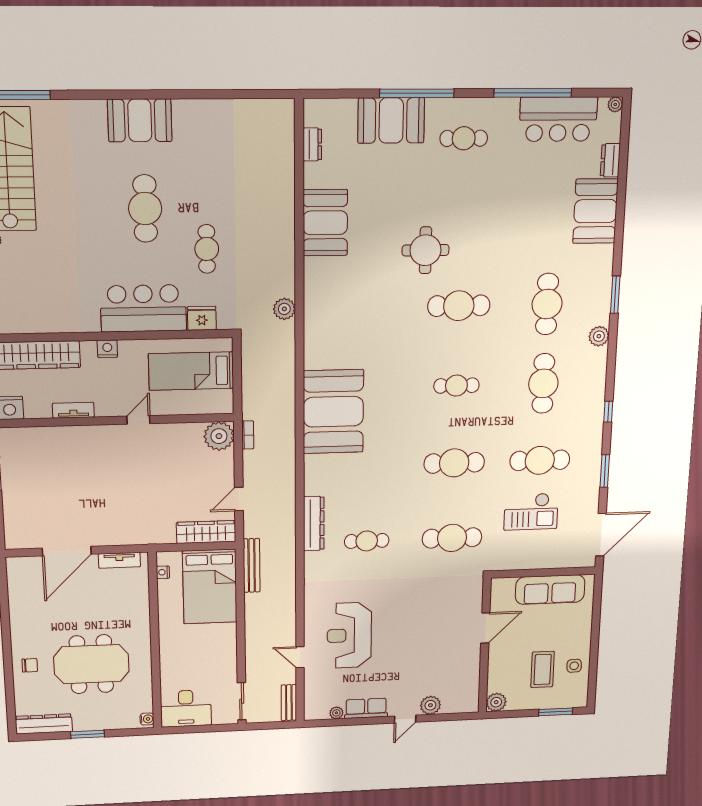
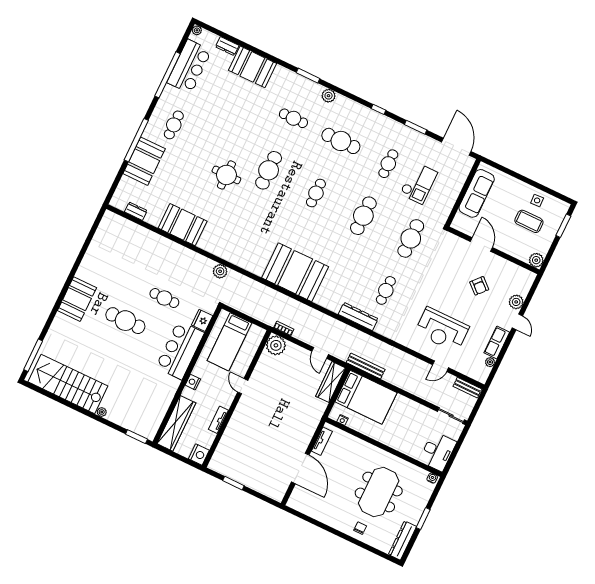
cafe table: (547, 304) -> (293, 118), width x0.73, depth x0.74
cafe table: (540, 460) -> (388, 164), width x0.73, depth x0.74
armchair: (430, 652) -> (479, 286), added

